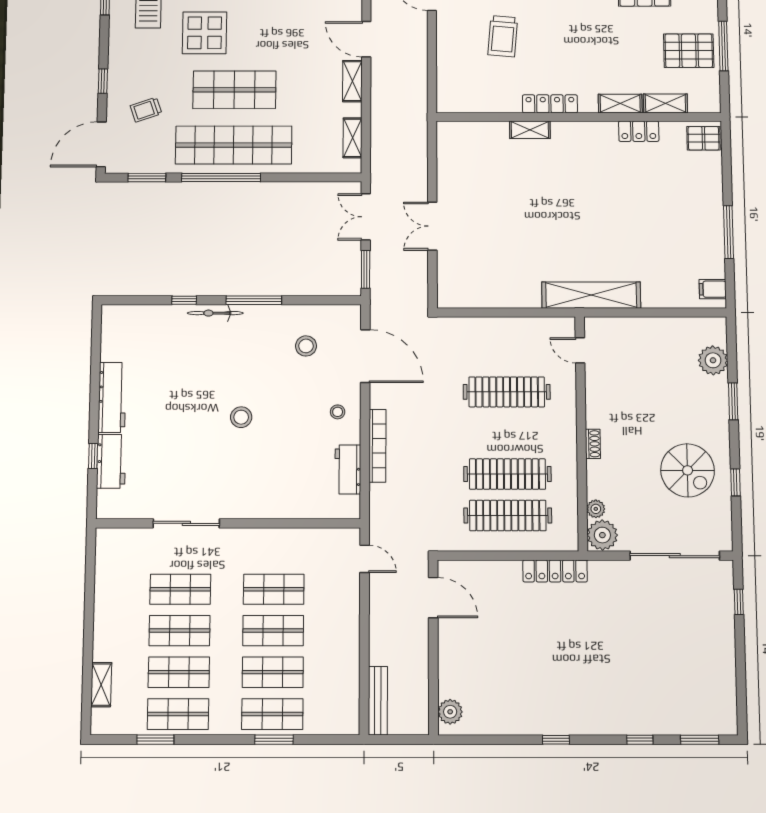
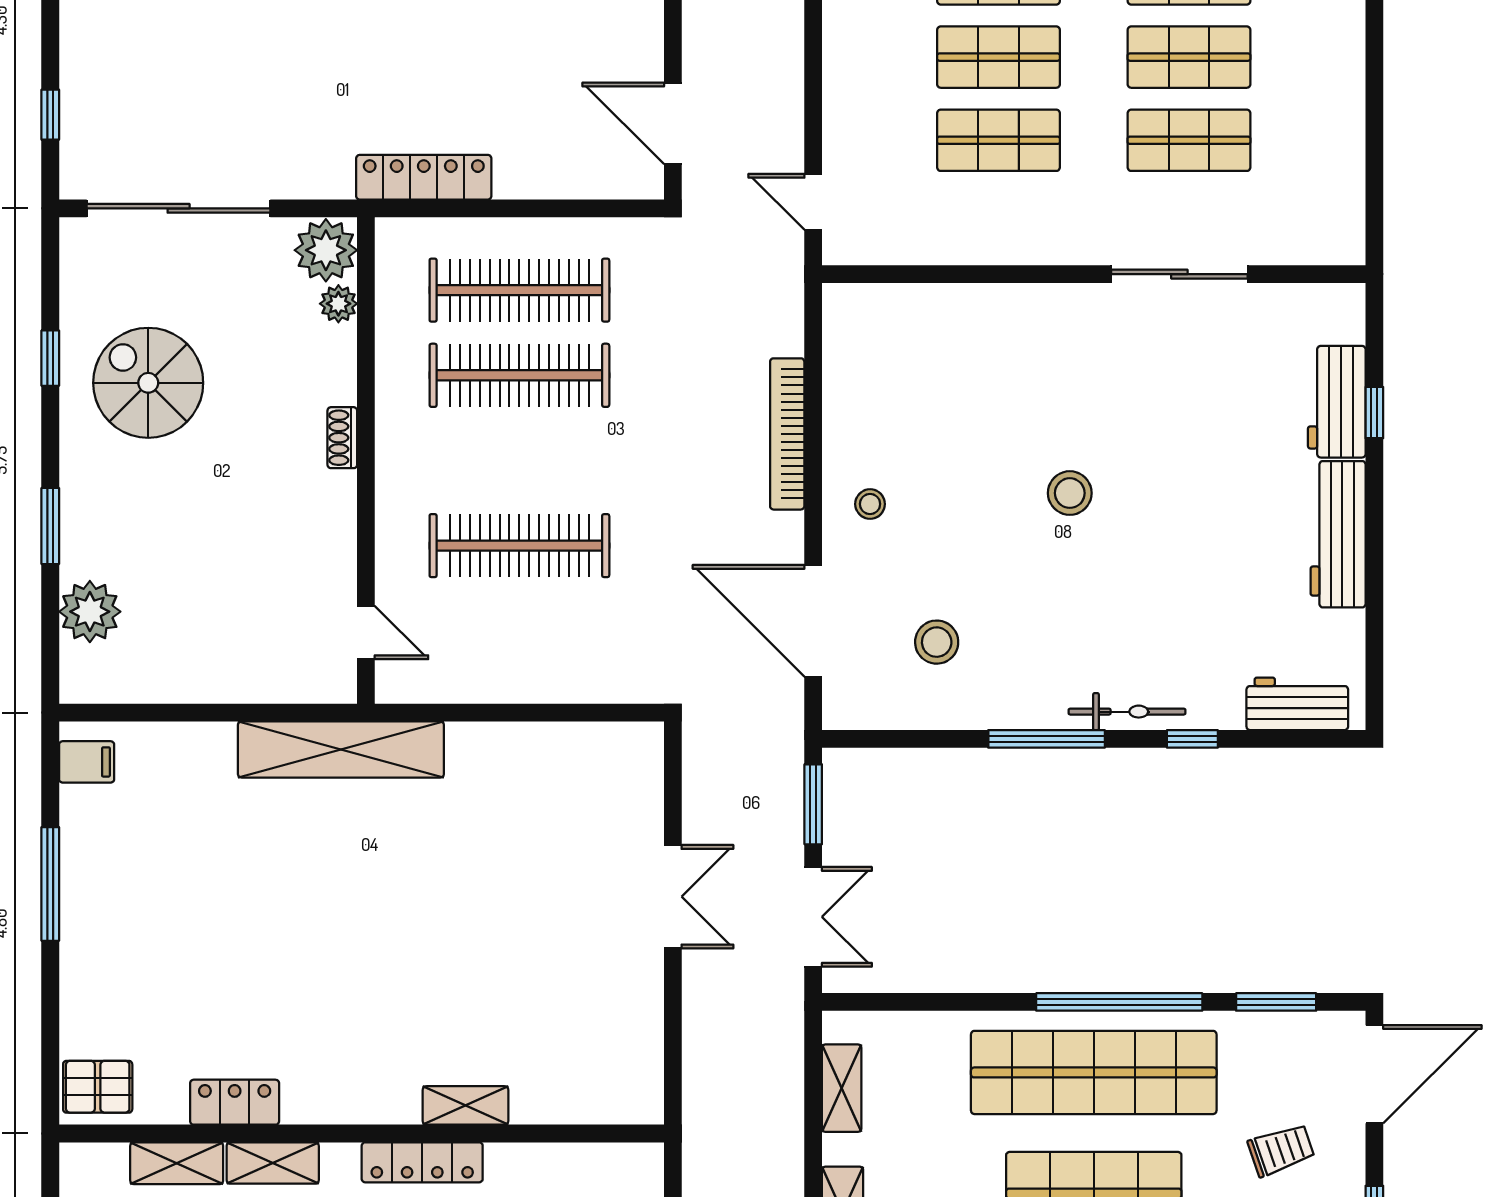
workbench: (348, 470) -> (1297, 704), moved, turned -90

